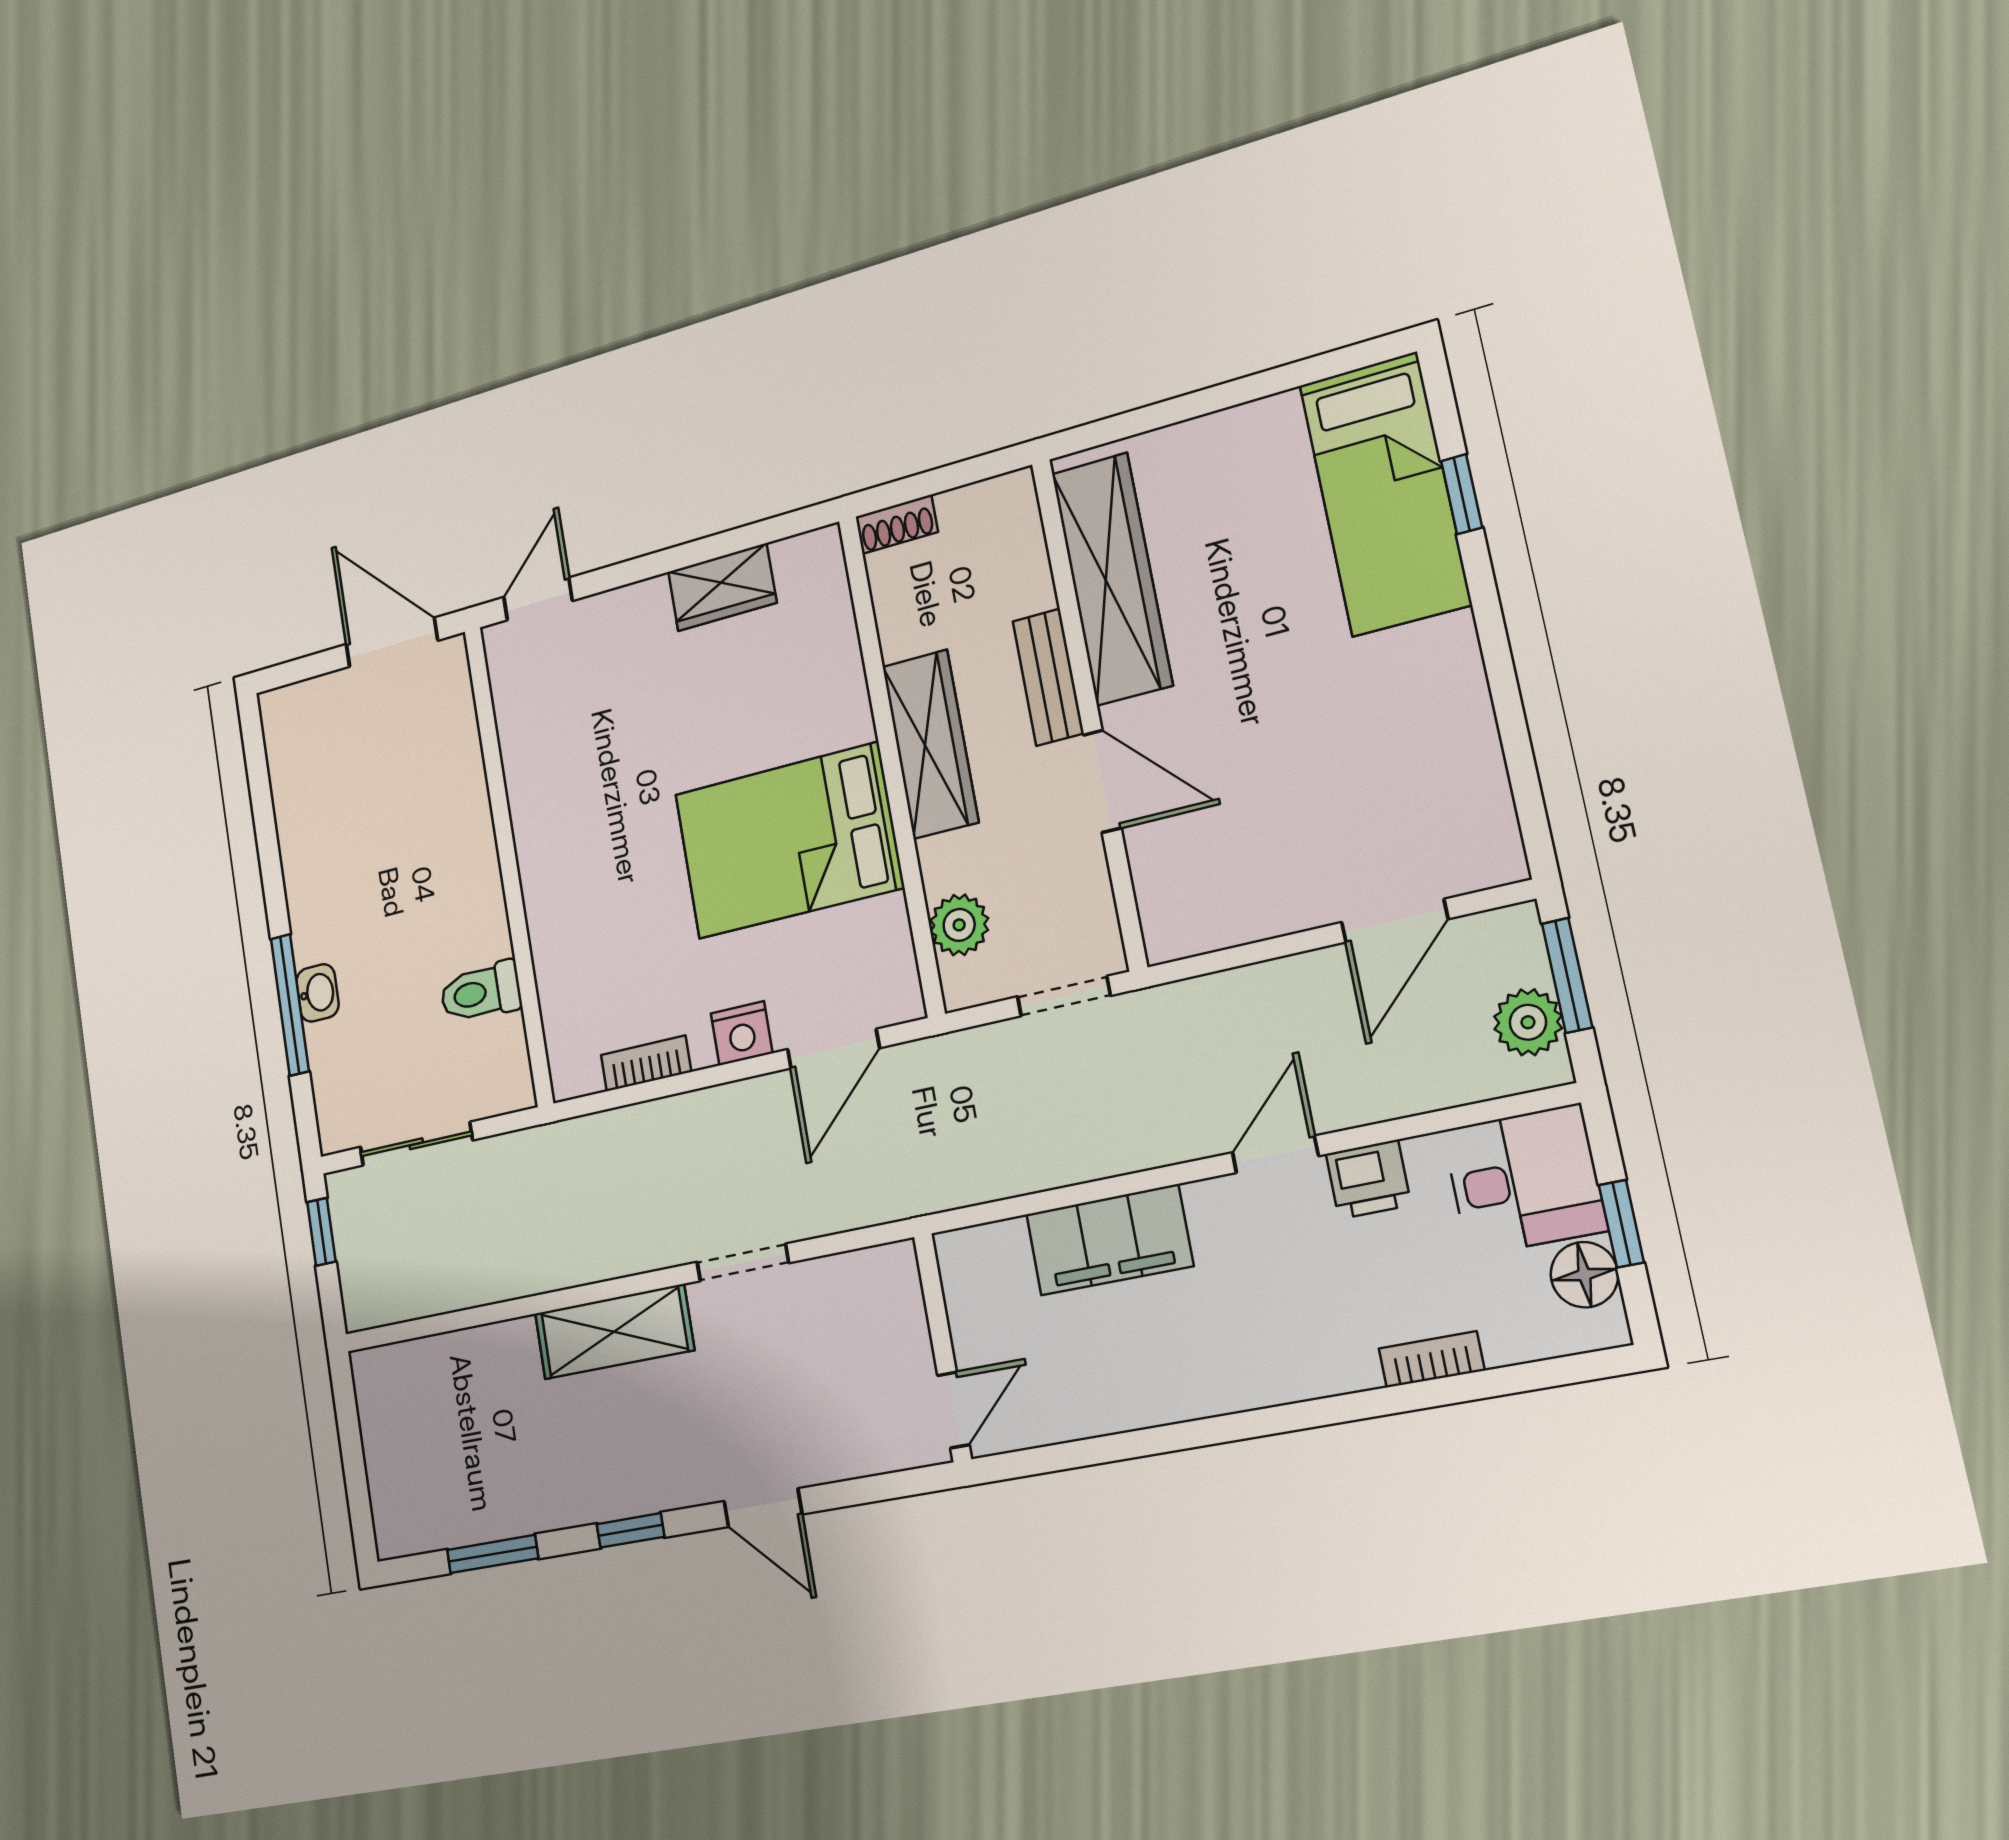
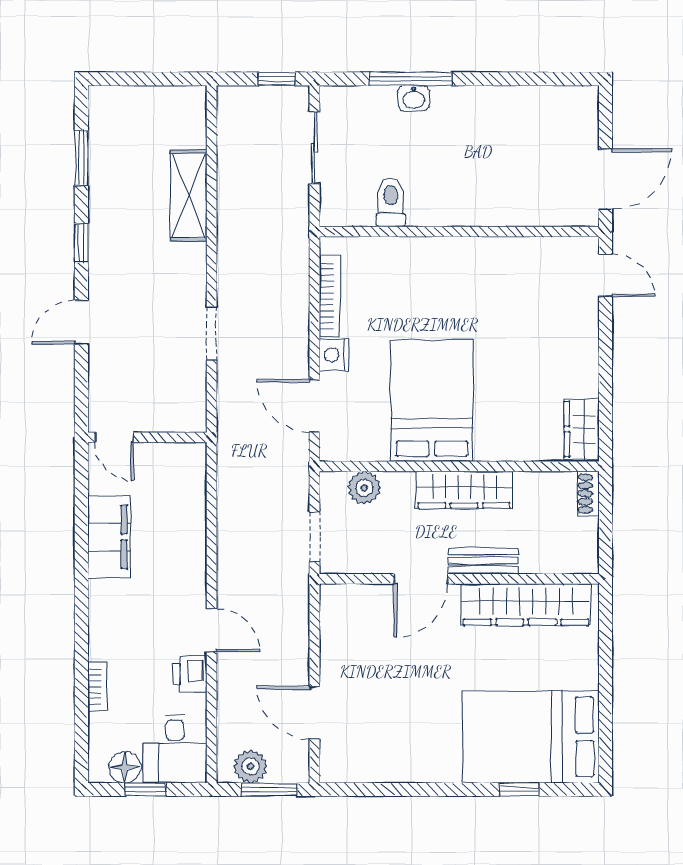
bed: (1385, 494) -> (531, 737), width x1.50
wardrobe: (722, 587) -> (582, 429), moved
bookcase: (646, 1063) -> (330, 296), width x1.56
filing cabinet: (1109, 1240) -> (109, 537), moved, turned 180
shelving: (614, 1332) -> (188, 196), moved

